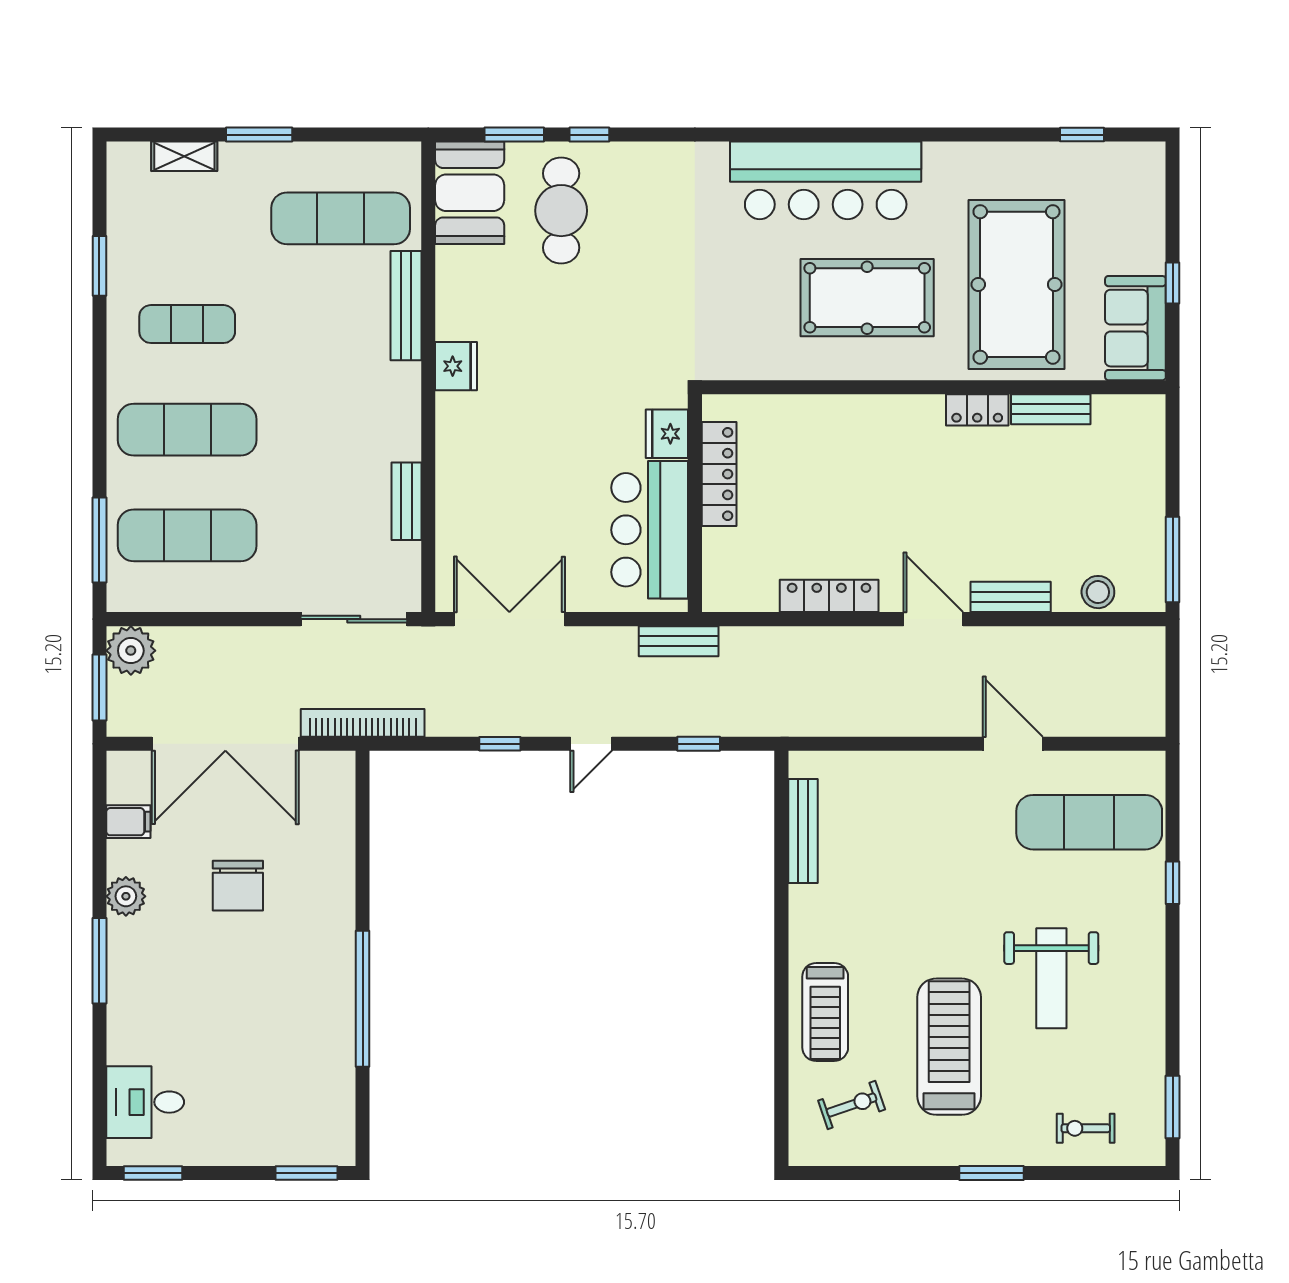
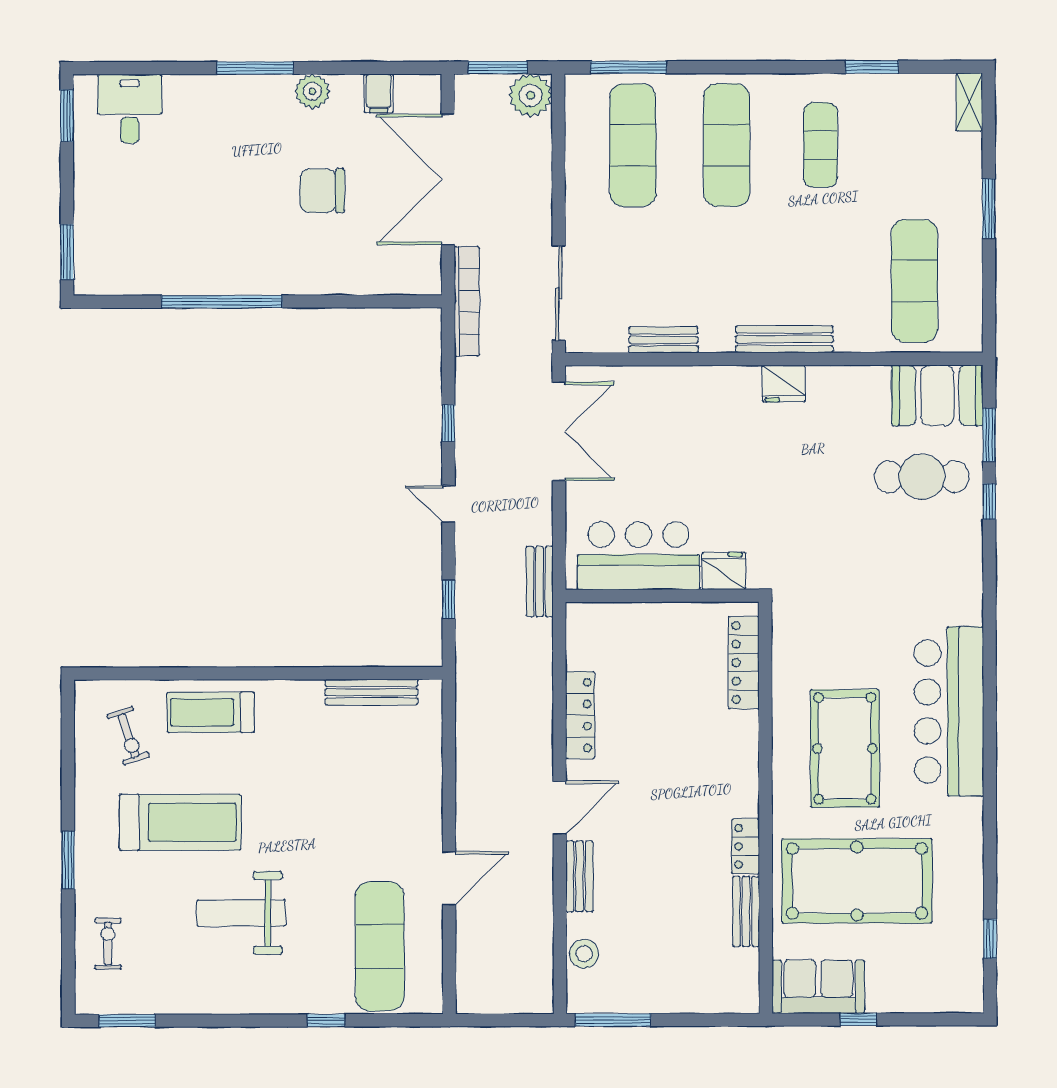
shelving: (184, 156) -> (969, 102), moved
bench: (406, 306) -> (784, 339), moved
locker: (719, 474) -> (744, 663), moved, turned 90

